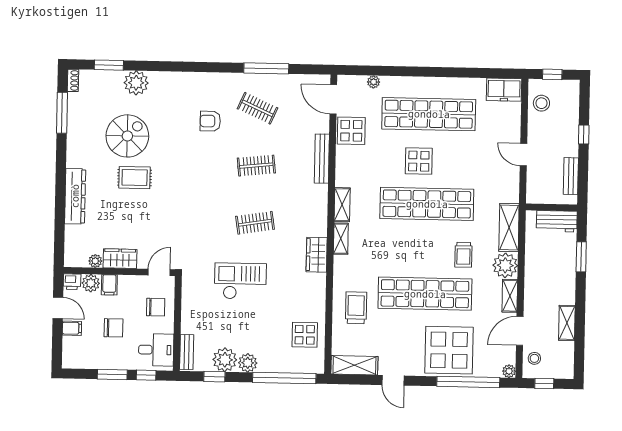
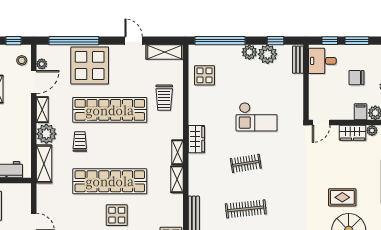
clothes rail: (256, 166) -> (246, 209), width x1.36
chair: (156, 307) -> (323, 95), removed
plant: (509, 371) -> (42, 64), moved

